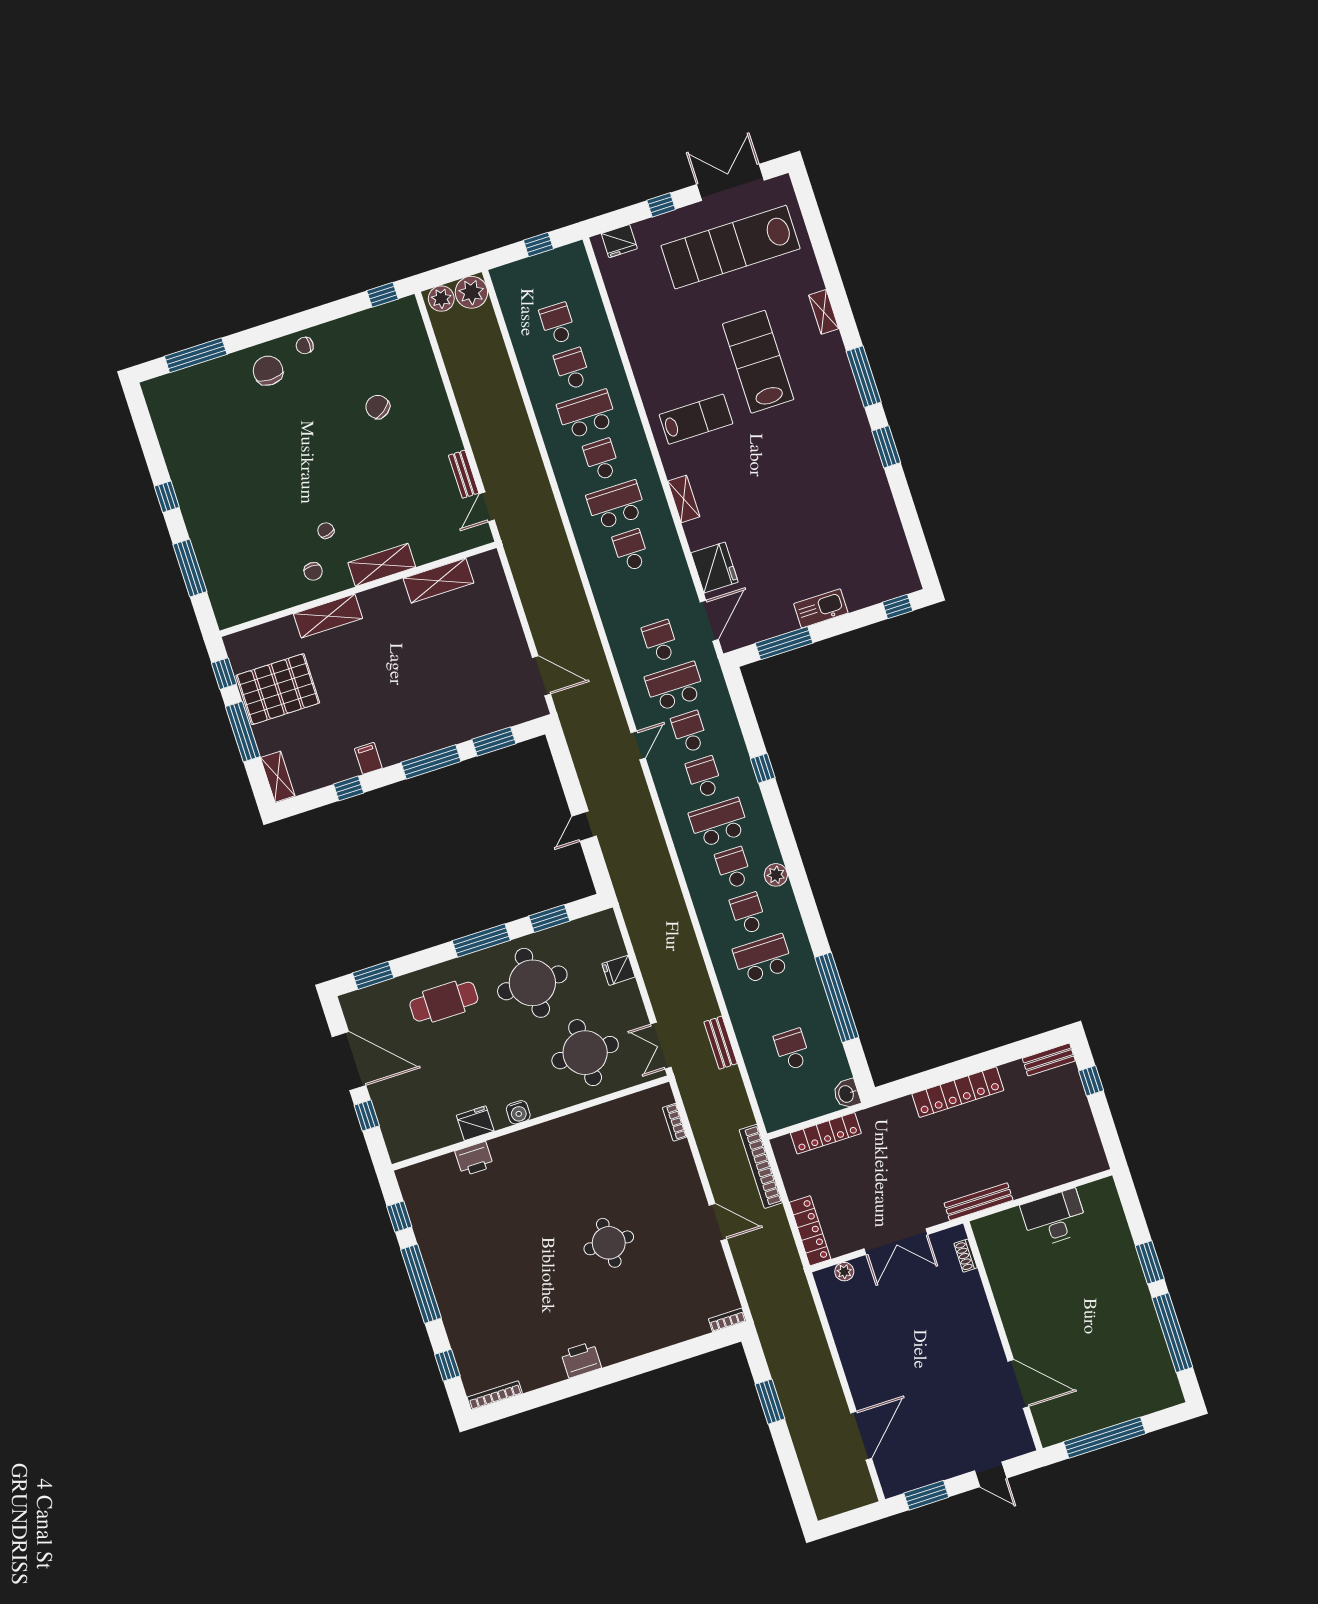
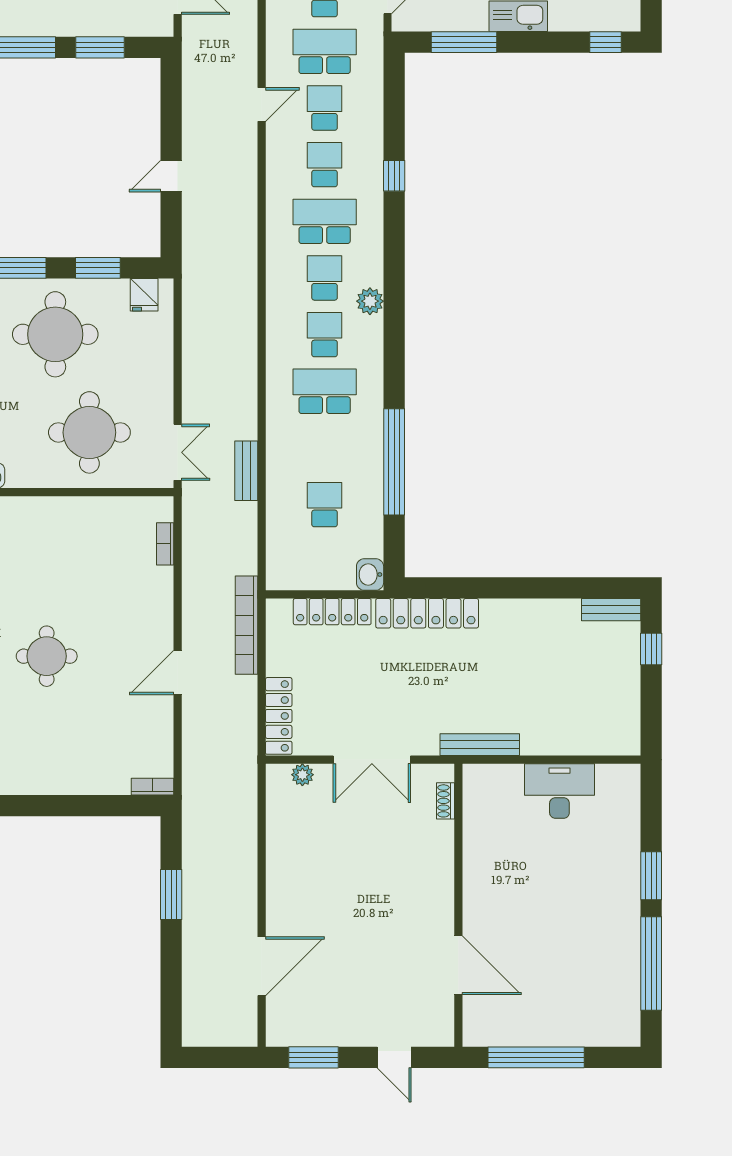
fridge: (619, 970) -> (144, 295), moved, turned -90
double door: (661, 1046) -> (178, 452), swing flipped
locker: (958, 1092) -> (427, 613), moved
door: (718, 1222) -> (178, 673), swing flipped

